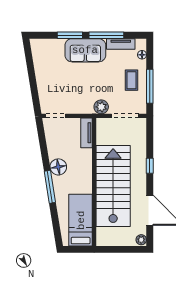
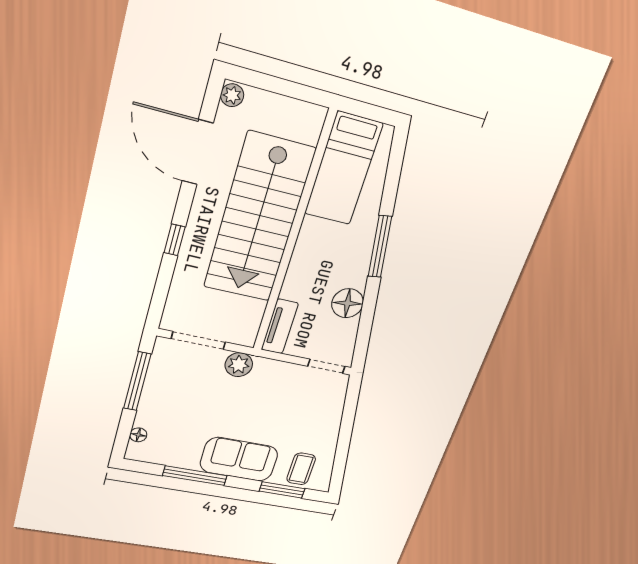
window: (70, 35) -> (282, 490), moved
tv unit: (121, 44) -> (173, 458), removed
coffee table: (131, 80) -> (301, 469), moved
floor lamp: (58, 167) -> (347, 303), moved

